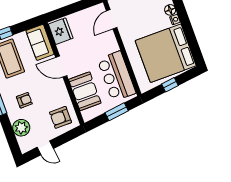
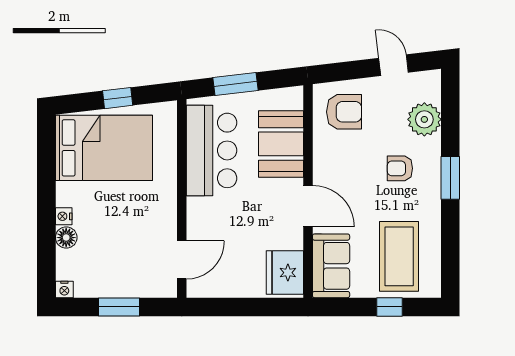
bed: (166, 53) -> (104, 148), width x0.73

